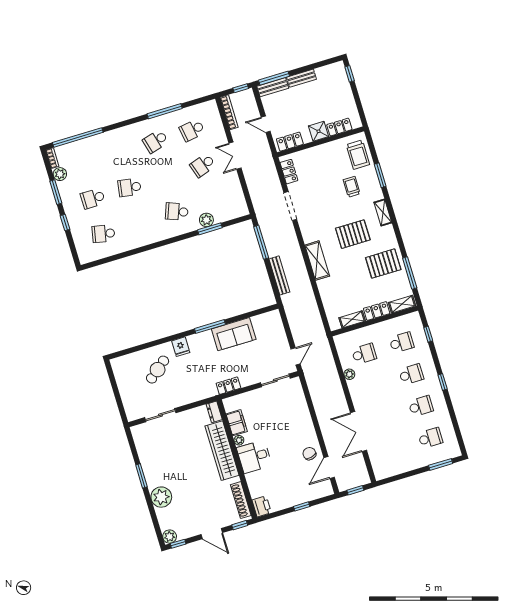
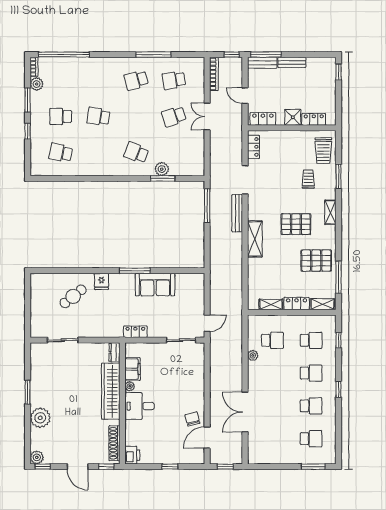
bench: (279, 275) -> (237, 213), moved

